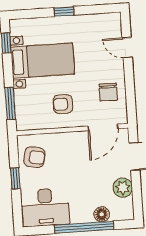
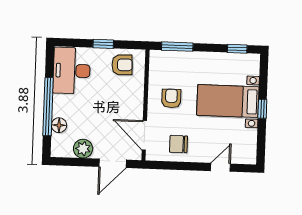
bed with nightstands: (43, 61) -> (228, 101), moved, turned 90
armchair: (34, 157) -> (122, 65), turned -104

